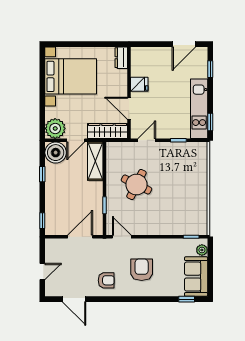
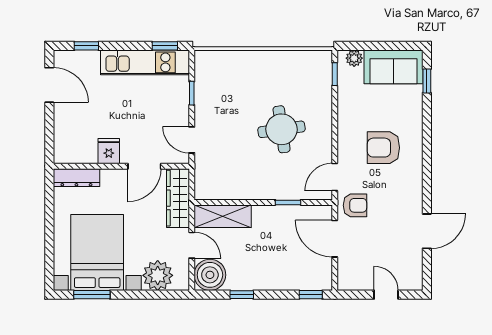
dresser: (121, 58) -> (76, 178), width x1.44
window: (42, 73) -> (92, 295), added
plant: (55, 128) -> (158, 275), moved
round table: (136, 184) -> (282, 129), moved, turned -34
armchair: (106, 280) -> (355, 205), moved, turned 90
door: (74, 299) -> (427, 231), moved

